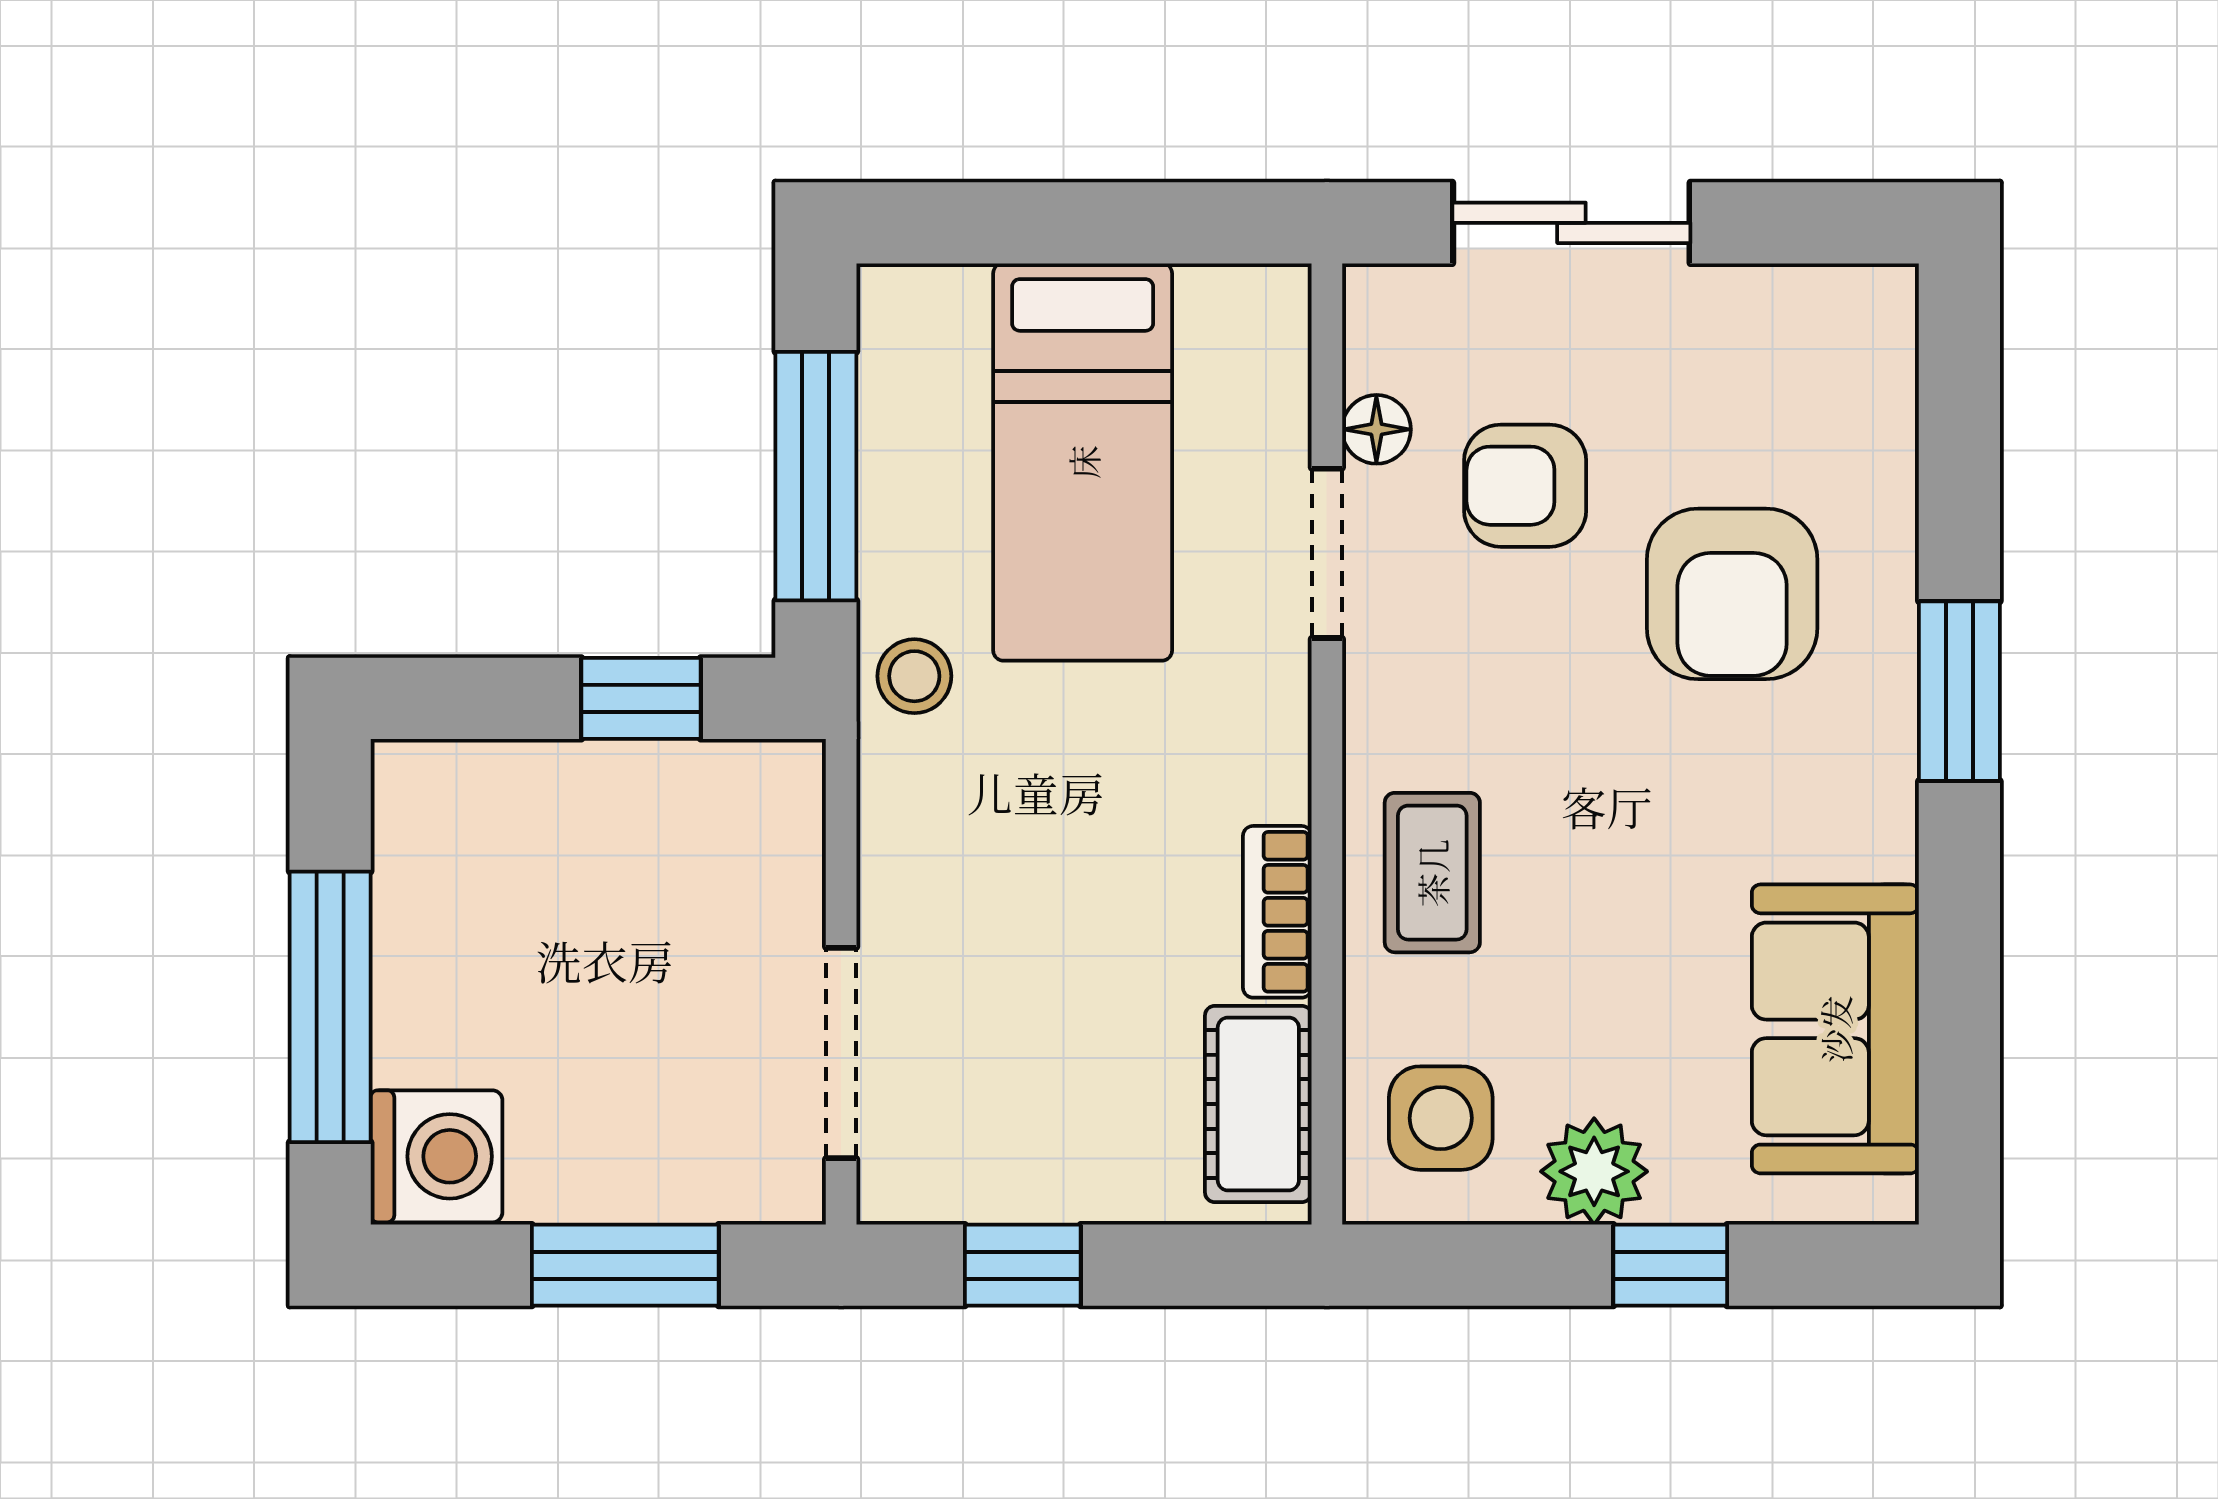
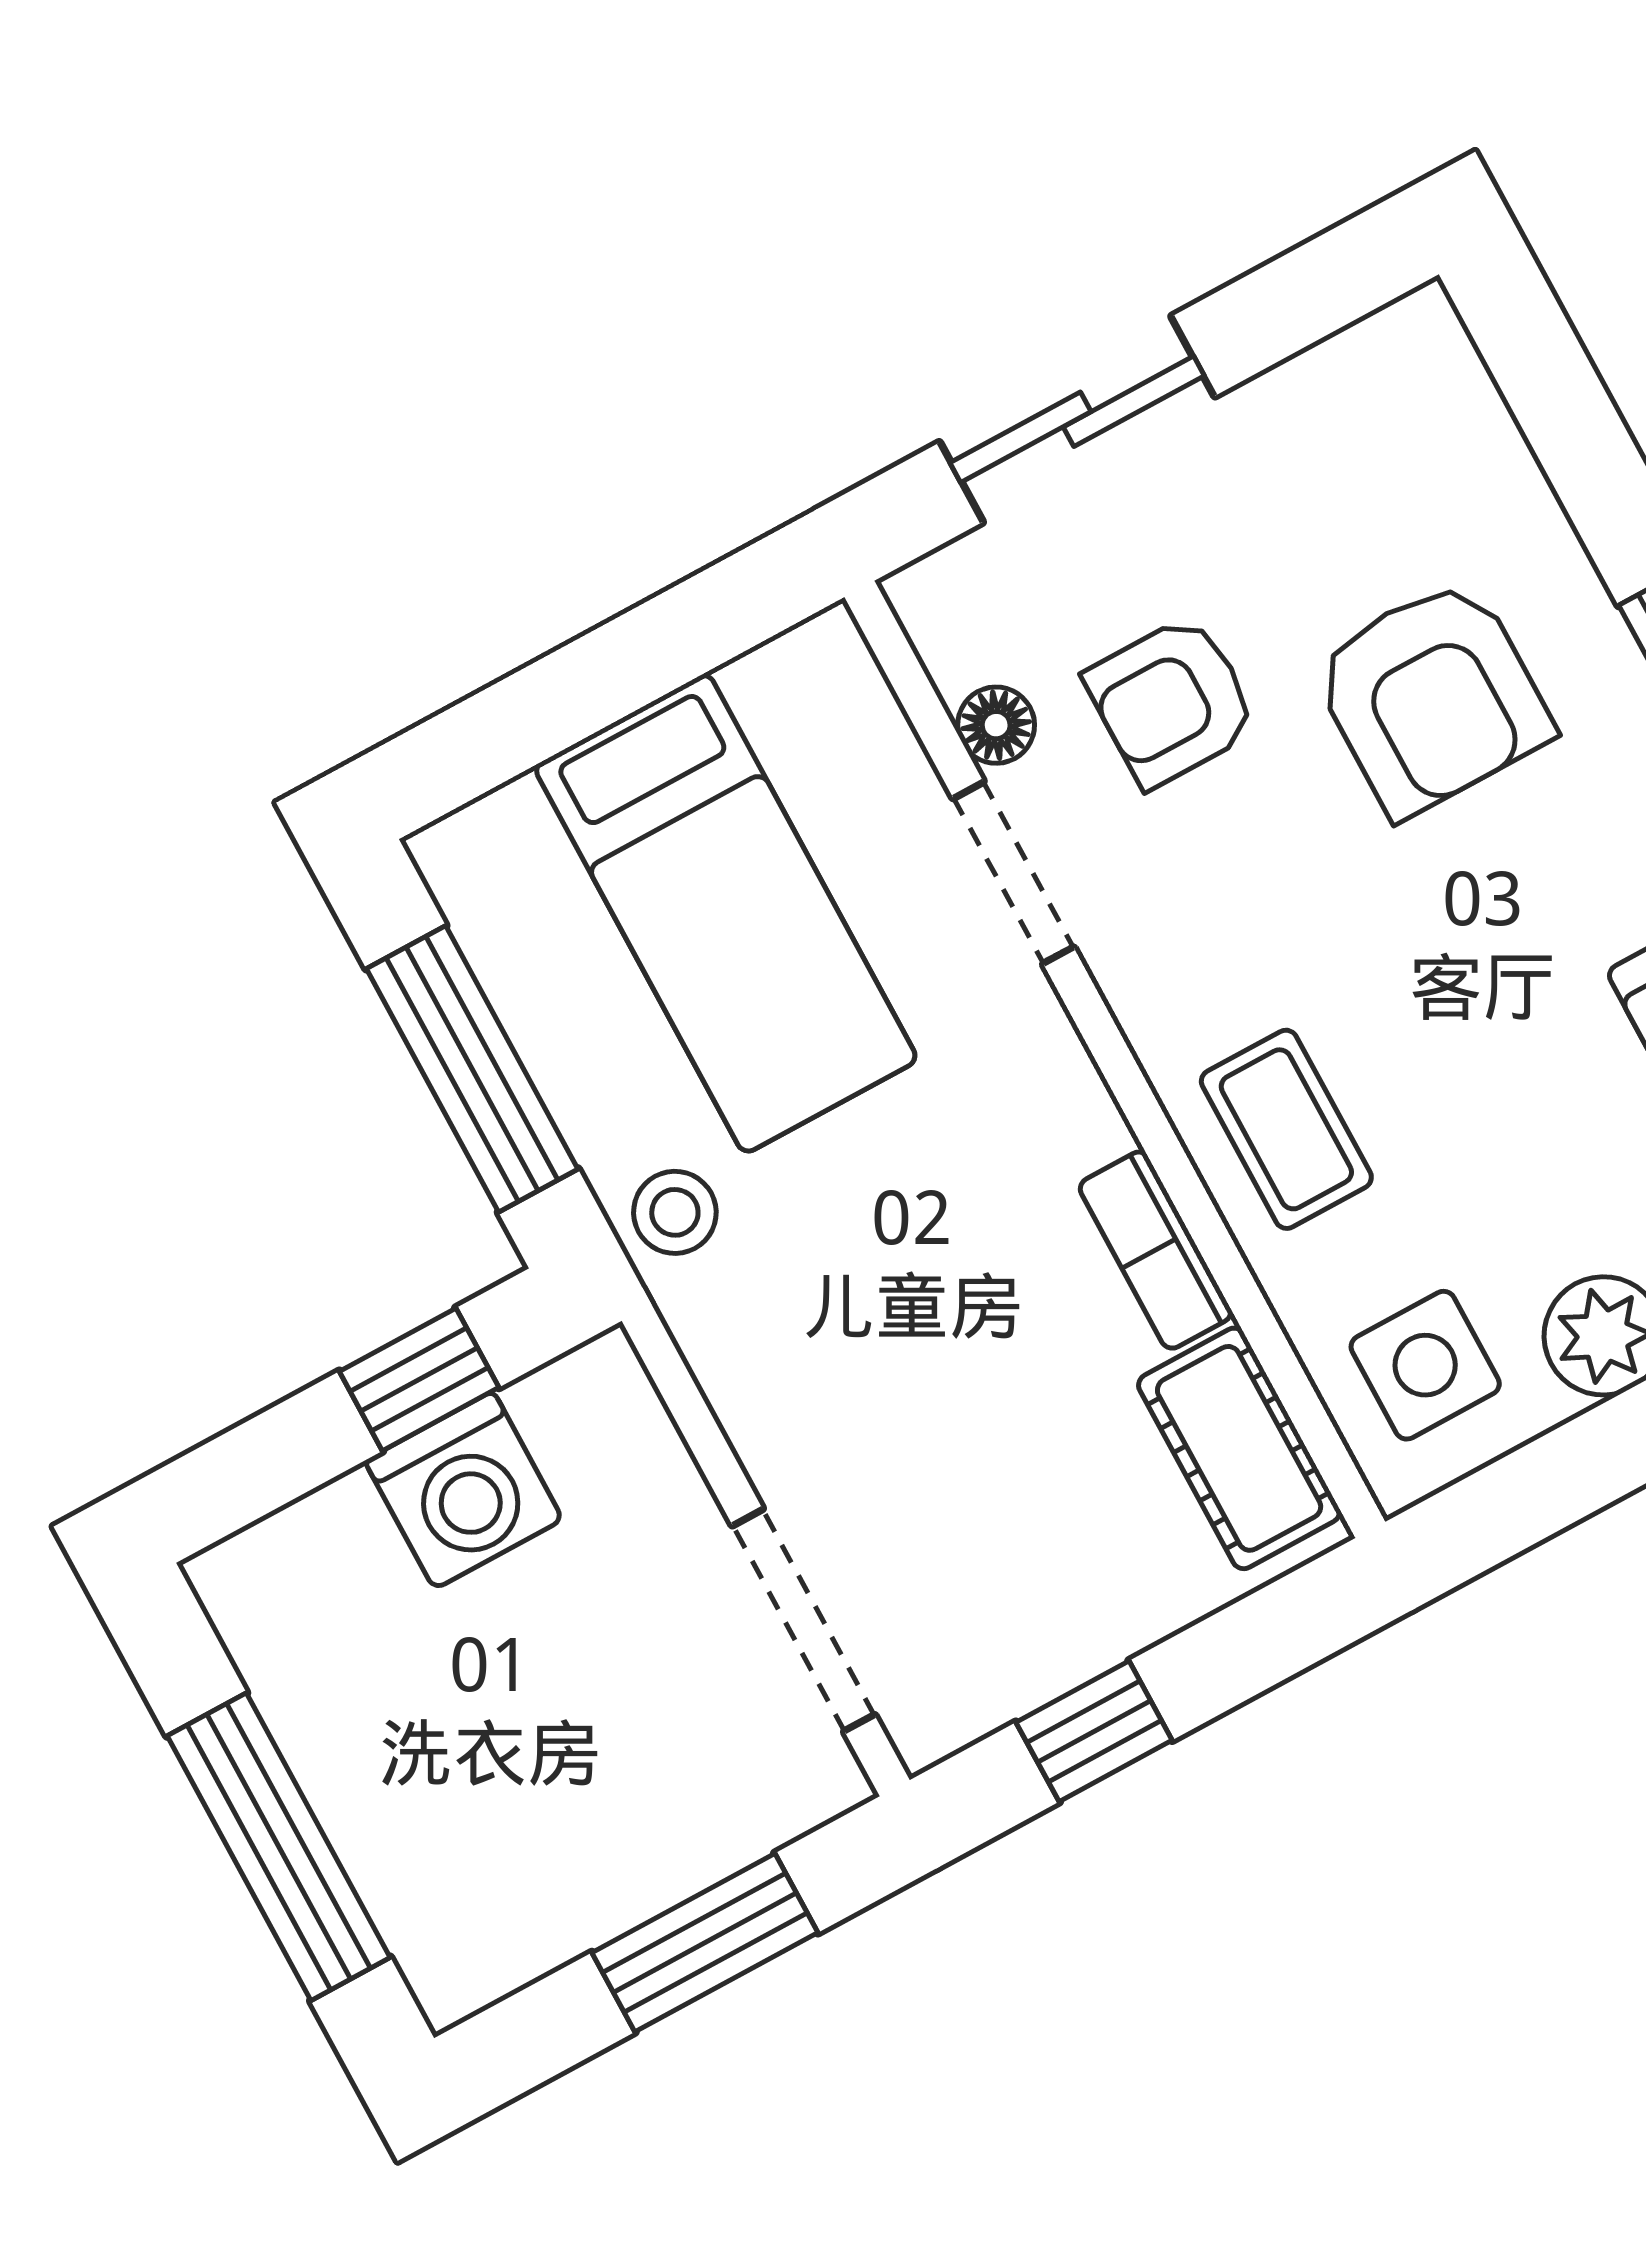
washing machine: (437, 1156) -> (464, 1490), moved, turned 90

